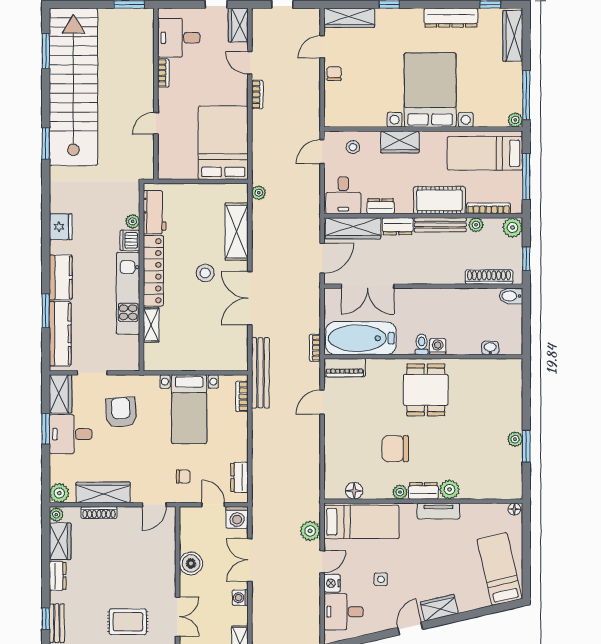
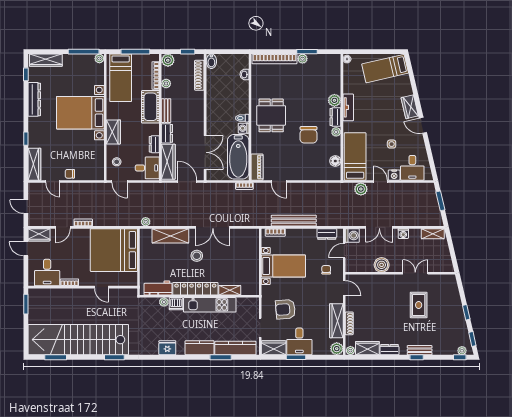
bed: (223, 143) -> (114, 250), width x1.36
bench: (440, 225) -> (166, 111), width x0.73
washing machine: (438, 347) -> (244, 128), moved
bench: (260, 373) -> (294, 221), moved
dining table: (426, 390) -> (271, 115), turned 90
bookcase: (515, 395) -> (274, 59), added

